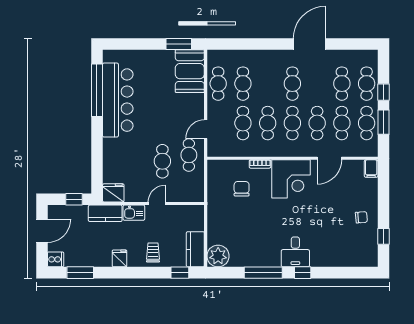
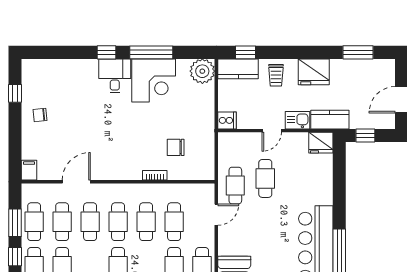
corner desk: (291, 179) -> (154, 80), moved, turned 180
chair: (242, 189) -> (176, 147), turned 90
kitchen counter: (195, 249) -> (238, 69), moved, turned 90
fridge: (119, 258) -> (314, 72), width x1.88, depth x1.34
cooker: (56, 259) -> (227, 120), moved, turned 180

